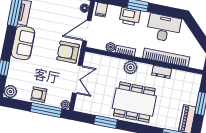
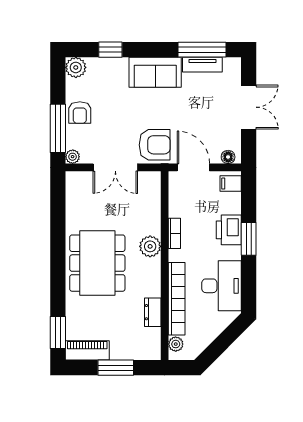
plant: (111, 47) -> (176, 344), moved
armchair: (68, 52) -> (155, 145), turned 90
dresser: (162, 72) -> (153, 312), moved
armchair: (39, 95) -> (80, 113), turned 180
window: (106, 122) -> (58, 224), removed

